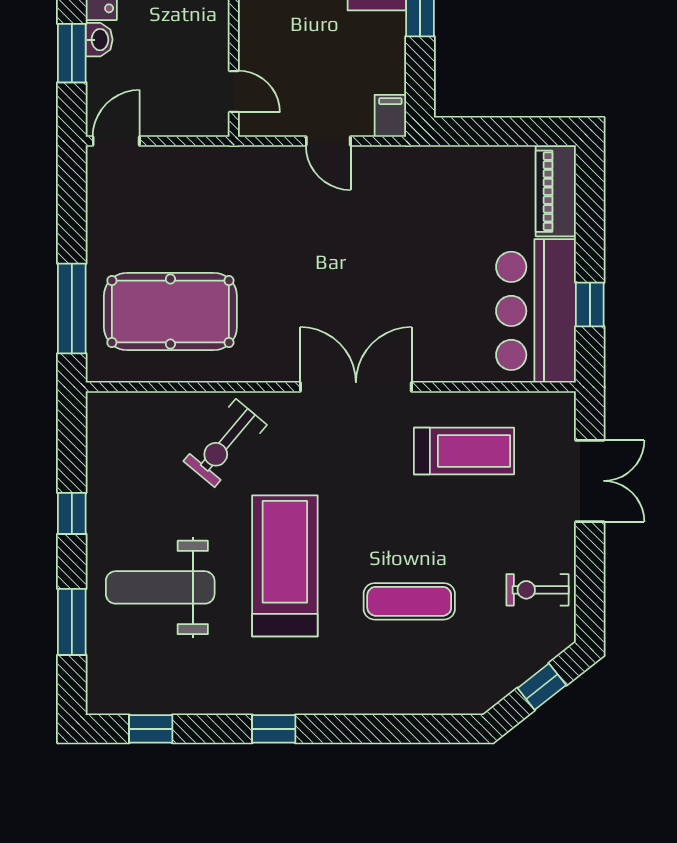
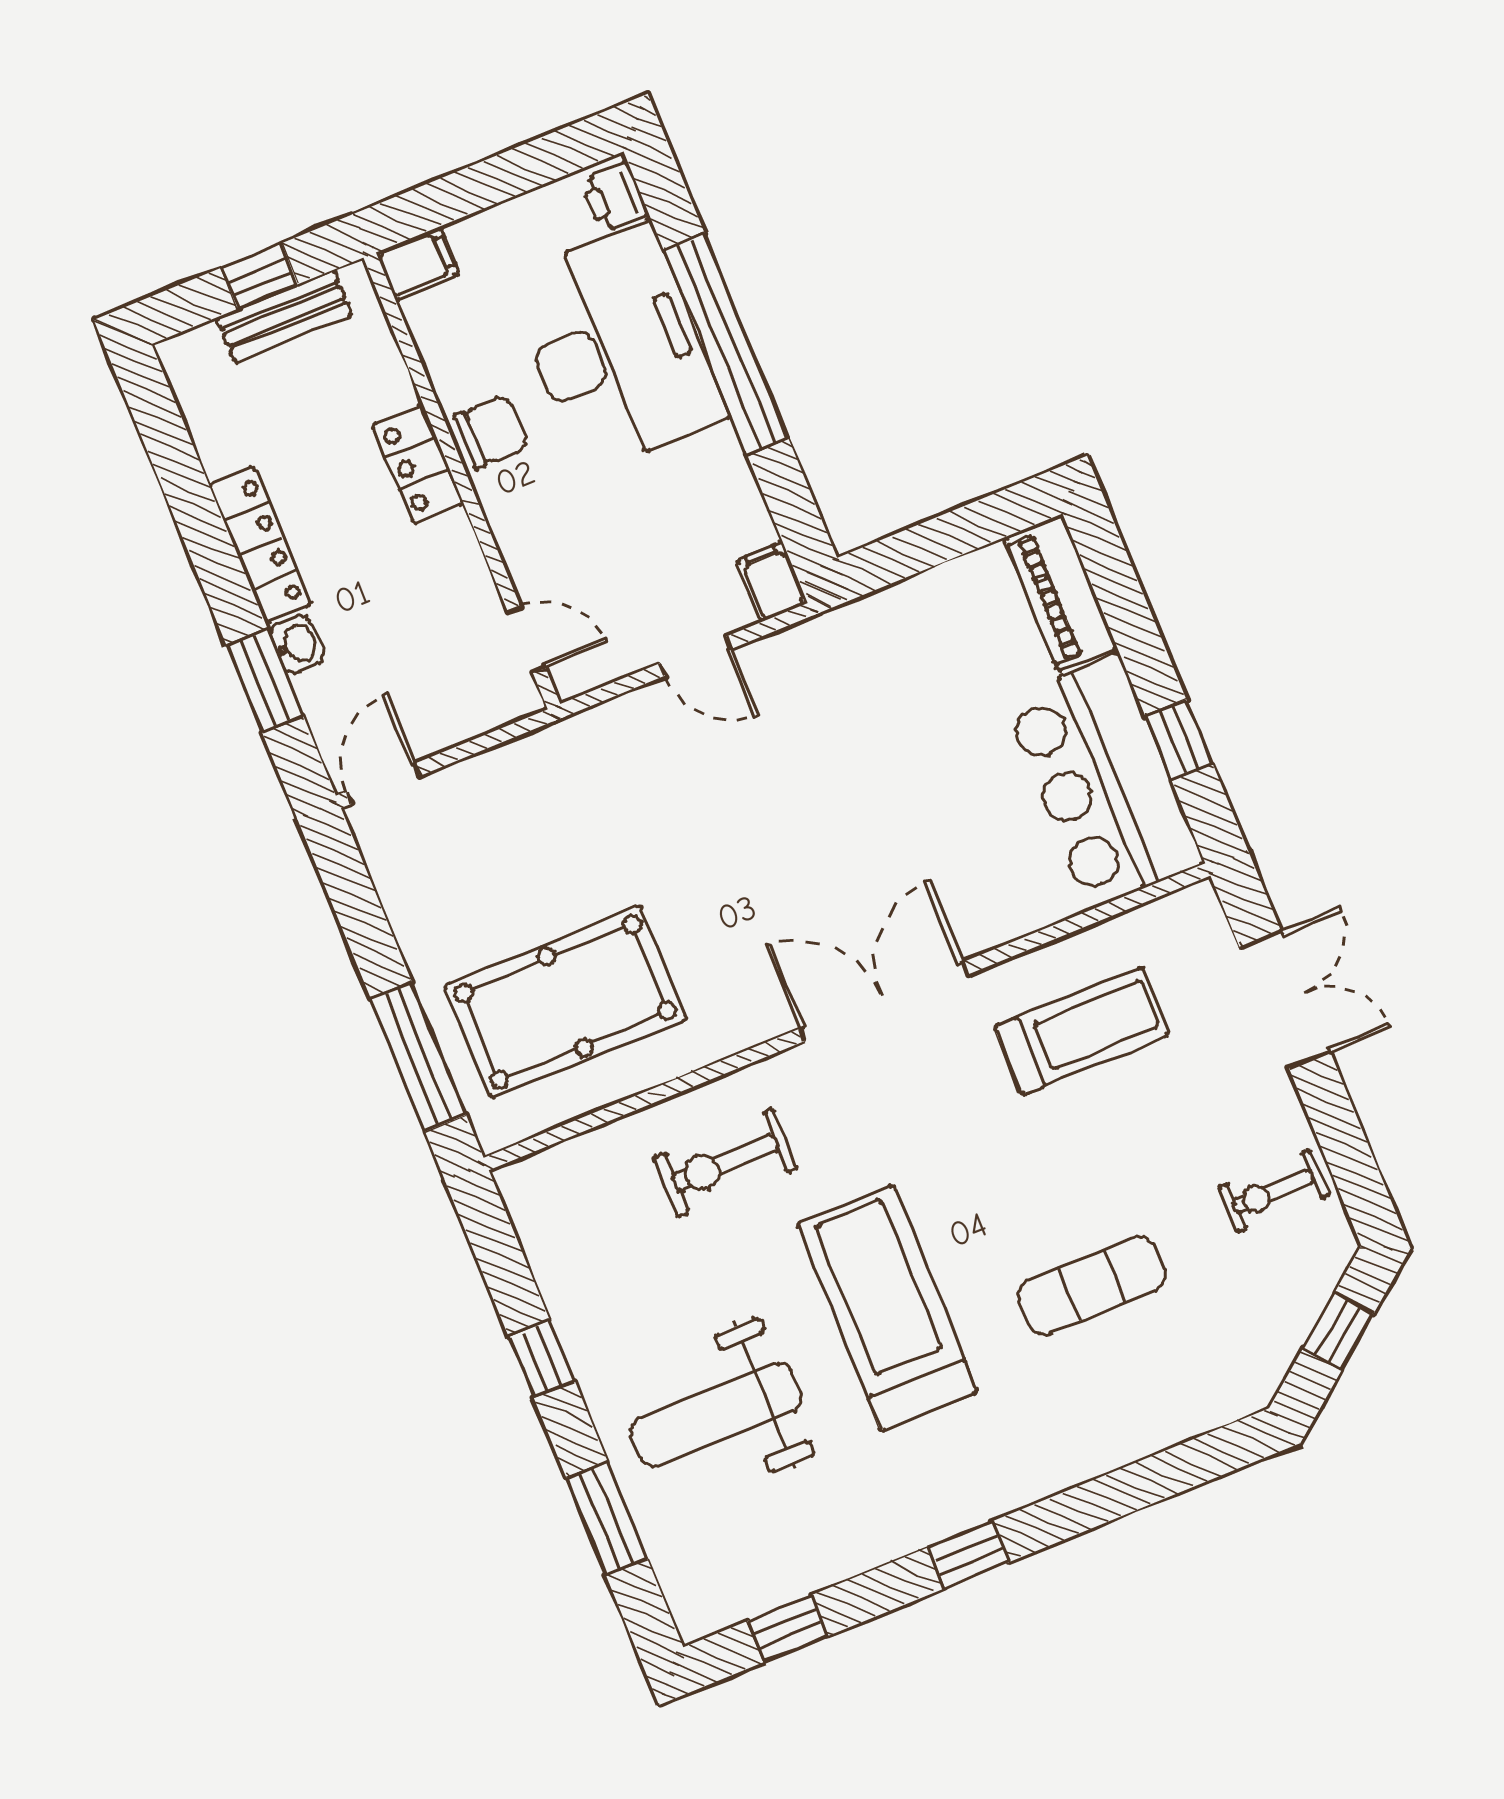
exercise bike: (225, 443) -> (725, 1163), turned 50

